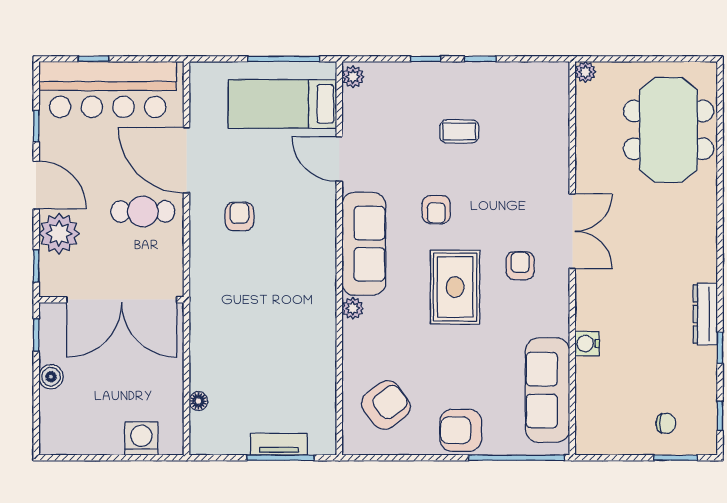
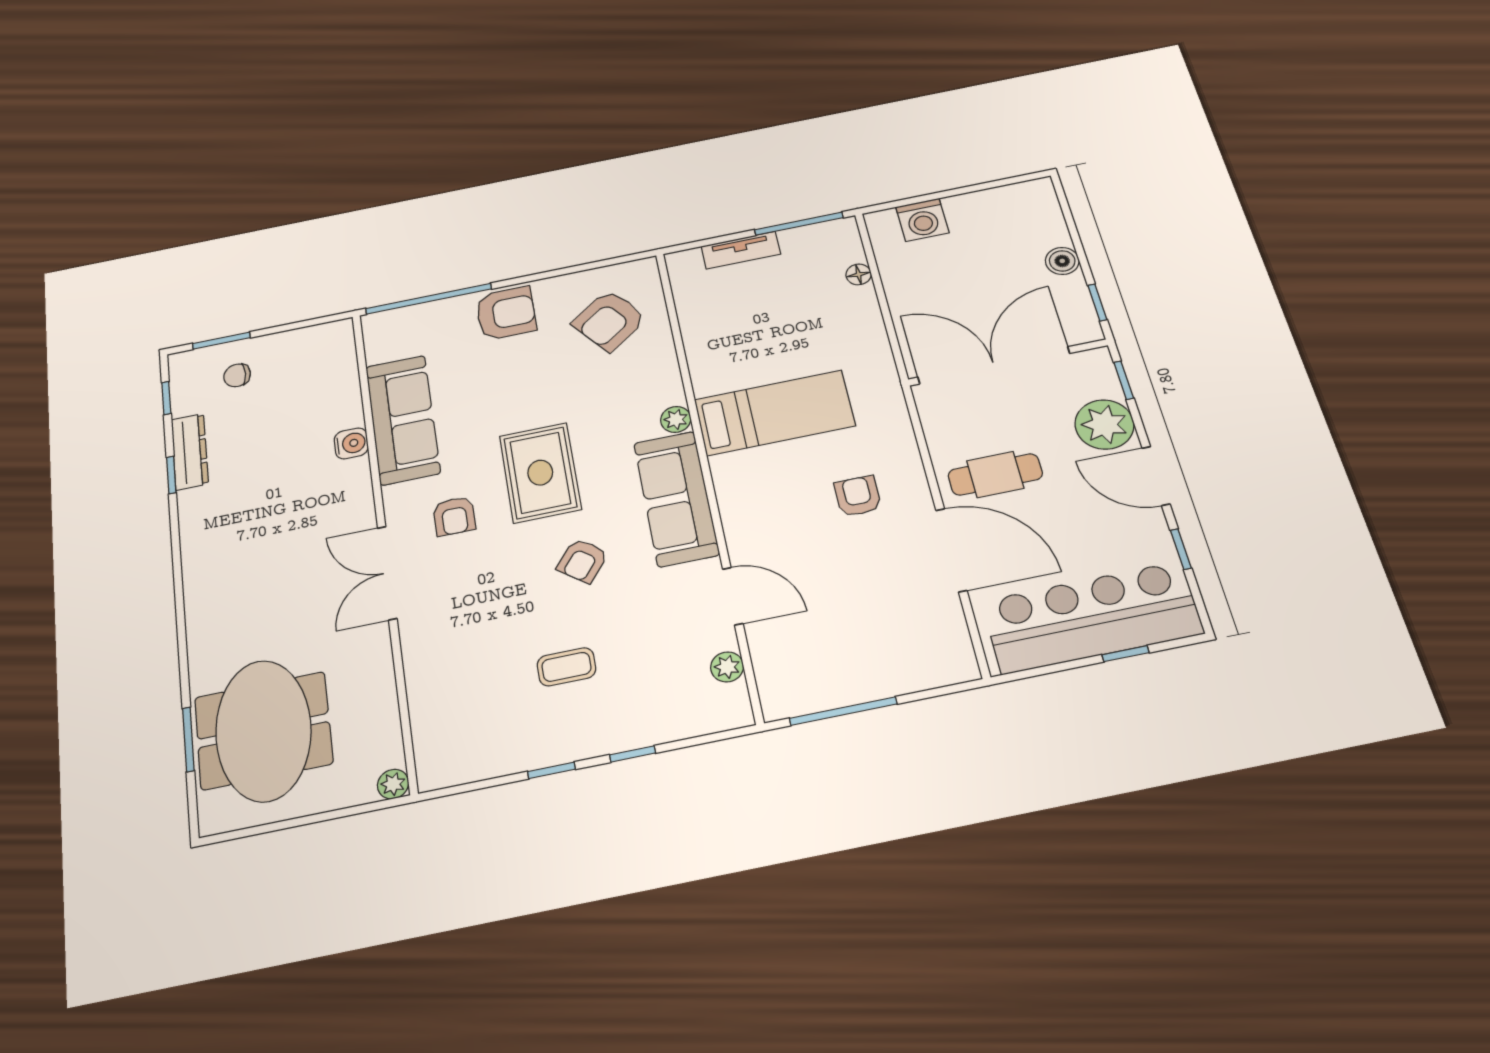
plant: (353, 77) -> (727, 667), moved
bed: (283, 104) -> (775, 413), moved
window: (720, 135) -> (188, 739), added
armchair: (436, 210) -> (582, 561), turned -142
armchair: (239, 216) -> (858, 496), turned 180
dresser: (705, 314) -> (190, 452), moved
sofa: (548, 390) -> (403, 420), moved
window: (280, 458) -> (799, 224), moved

